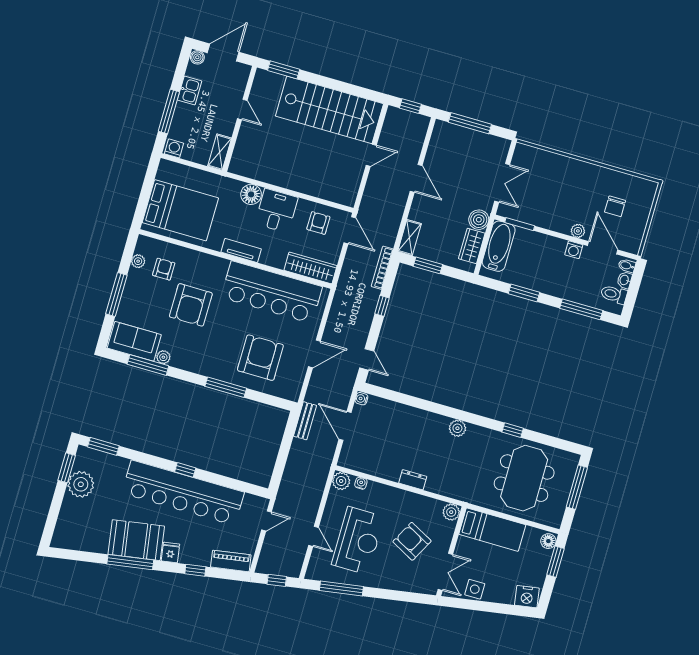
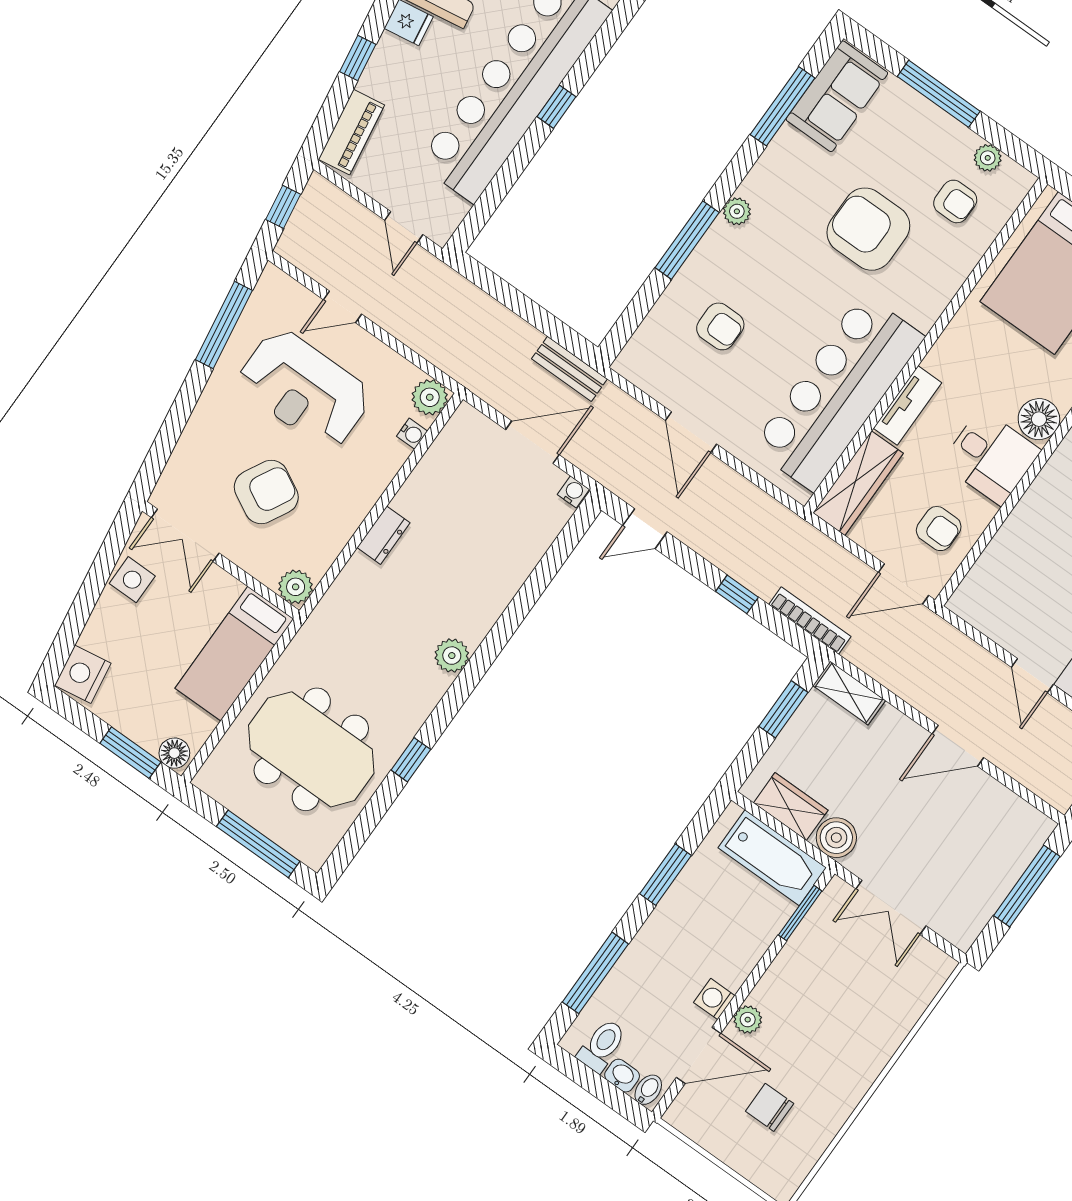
tv unit: (241, 250) -> (907, 405), moved
plant: (163, 357) -> (737, 211), moved
armchair: (260, 358) -> (720, 326), width x0.53, depth x0.53

